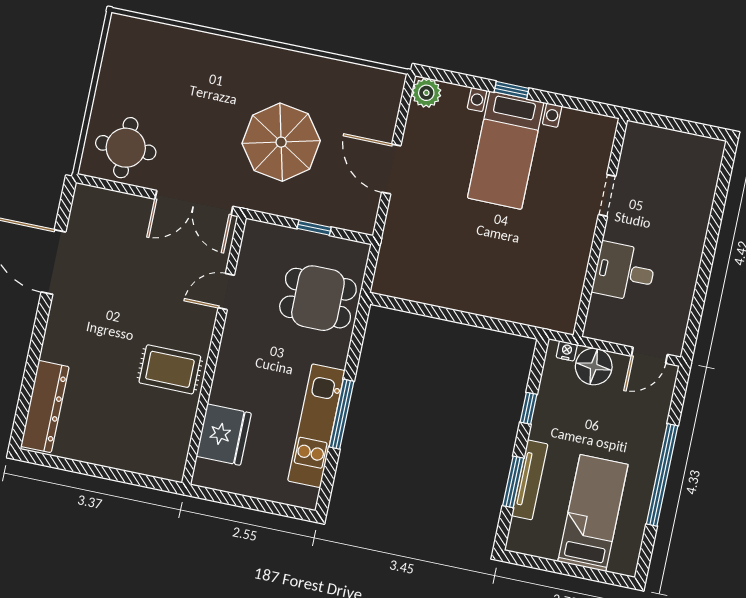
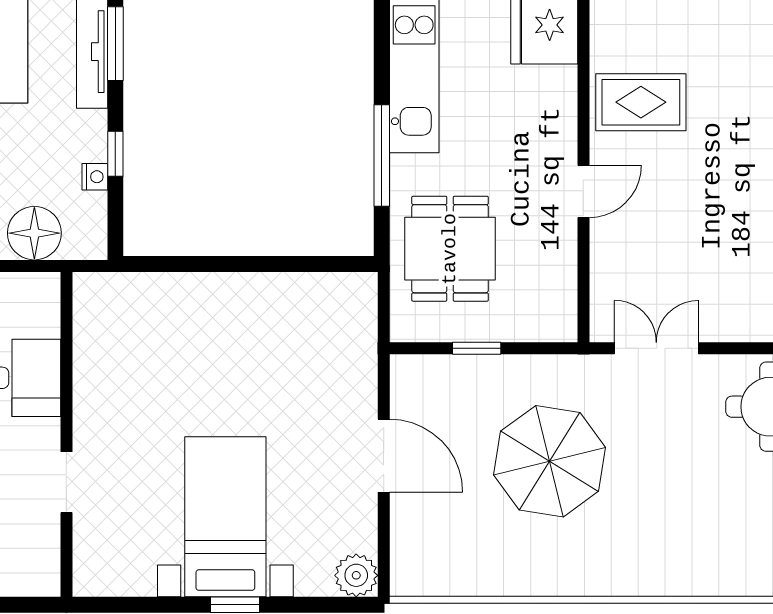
double door: (194, 203) -> (656, 348), width x0.73
door: (226, 291) -> (583, 191), moved
dining table: (318, 298) -> (450, 249), turned 90
nightstand: (567, 351) -> (95, 177), moved, turned -90
window: (341, 414) -> (382, 155), moved

